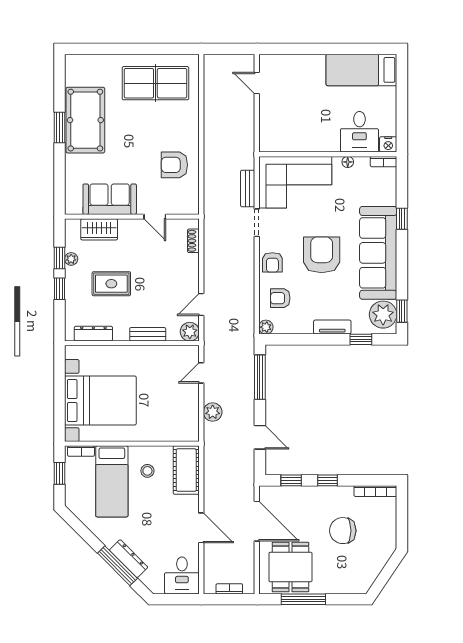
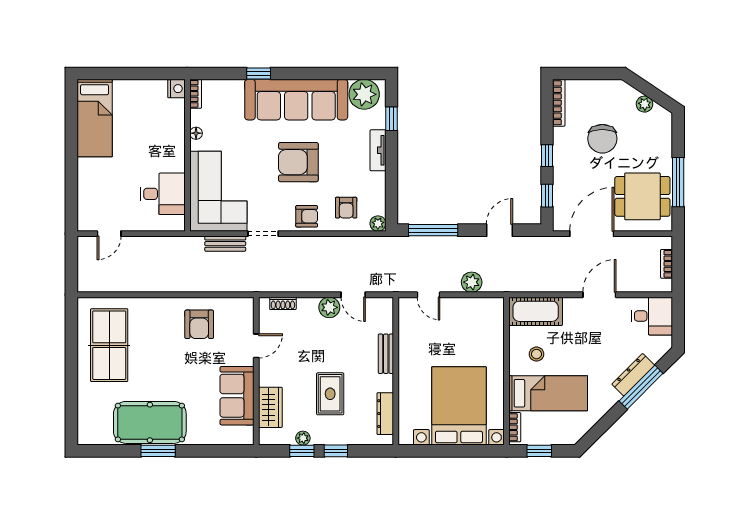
desk: (359, 132) -> (163, 194), moved
window: (402, 311) -> (360, 73), removed
plant: (190, 332) -> (329, 307), moved
plant: (374, 569) -> (644, 104), added

